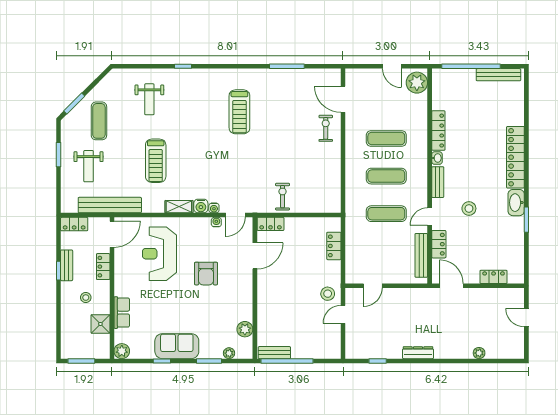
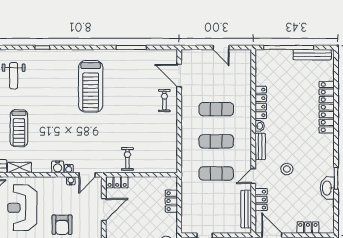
plant: (417, 83) -> (242, 61), removed
treadmill: (239, 112) -> (91, 86), width x1.37, depth x1.38
locker: (515, 157) -> (327, 107), moved
washbasin: (516, 203) -> (327, 188), moved
shelving: (179, 207) -> (19, 168), moved

